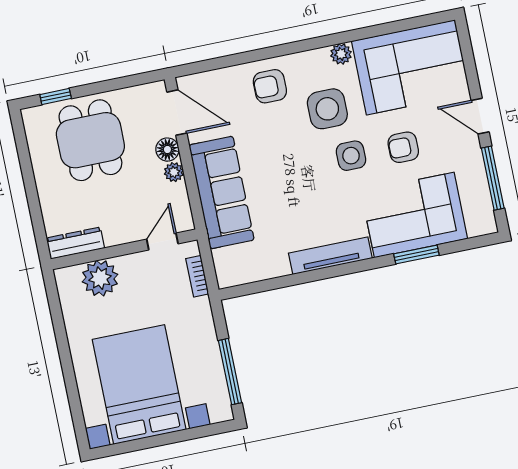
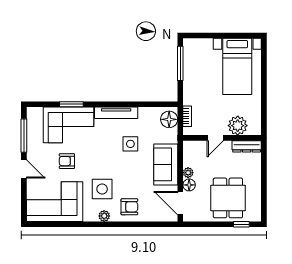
plant: (341, 54) -> (104, 216), moved
armchair: (403, 147) -> (67, 161), turned 180
side table: (351, 156) -> (130, 144), moved
sofa: (222, 192) -> (166, 164), width x0.73
door: (162, 241) -> (215, 138), moved
floor lamp: (229, 264) -> (169, 119), added
bed with nightstands: (139, 384) -> (237, 66), width x0.73

